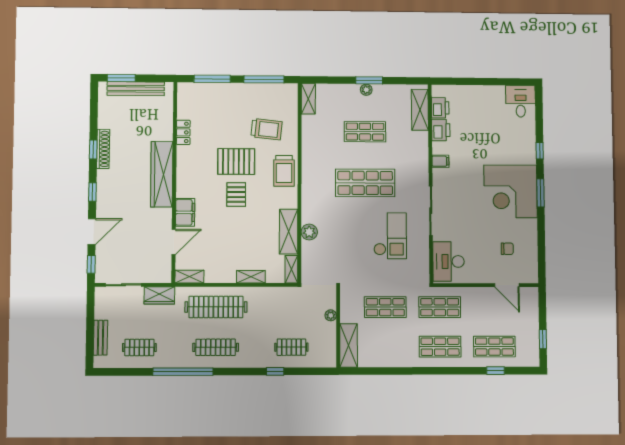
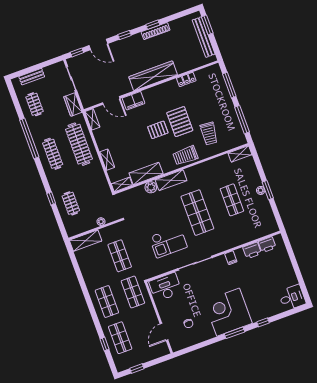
shelving: (420, 110) -> (171, 180), moved

